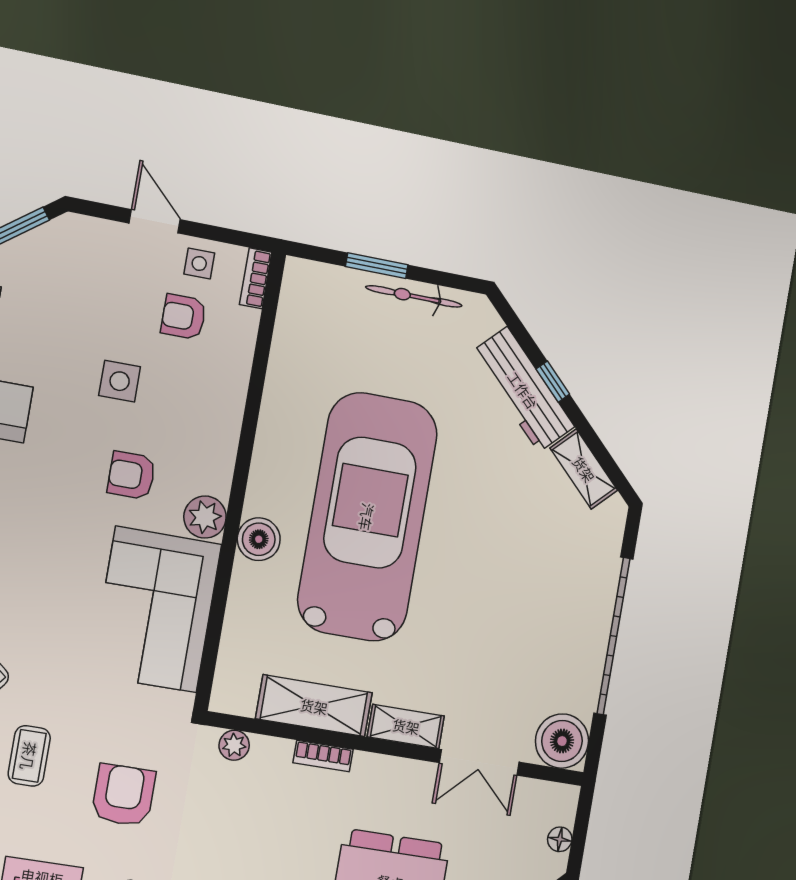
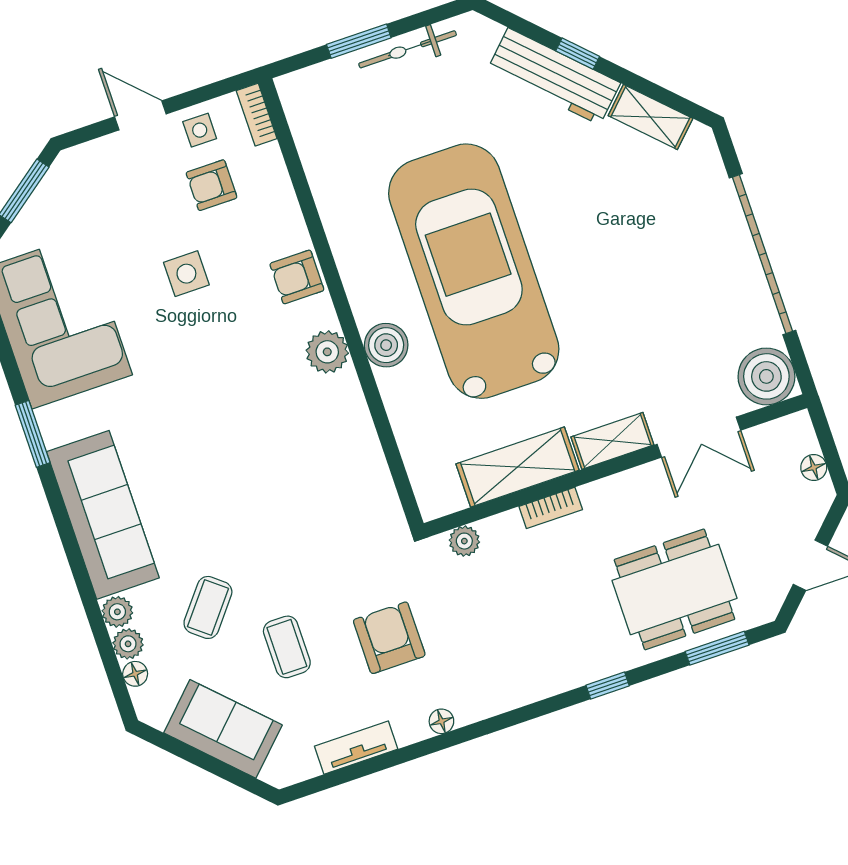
armchair: (132, 475) -> (297, 277), moved
corner sofa: (156, 610) -> (328, 458), removed

